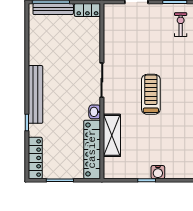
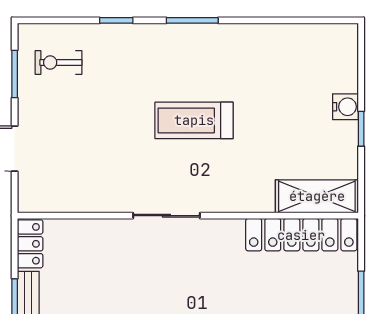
washbasin: (95, 112) -> (228, 230), removed
shelving: (112, 135) -> (317, 196), moved

